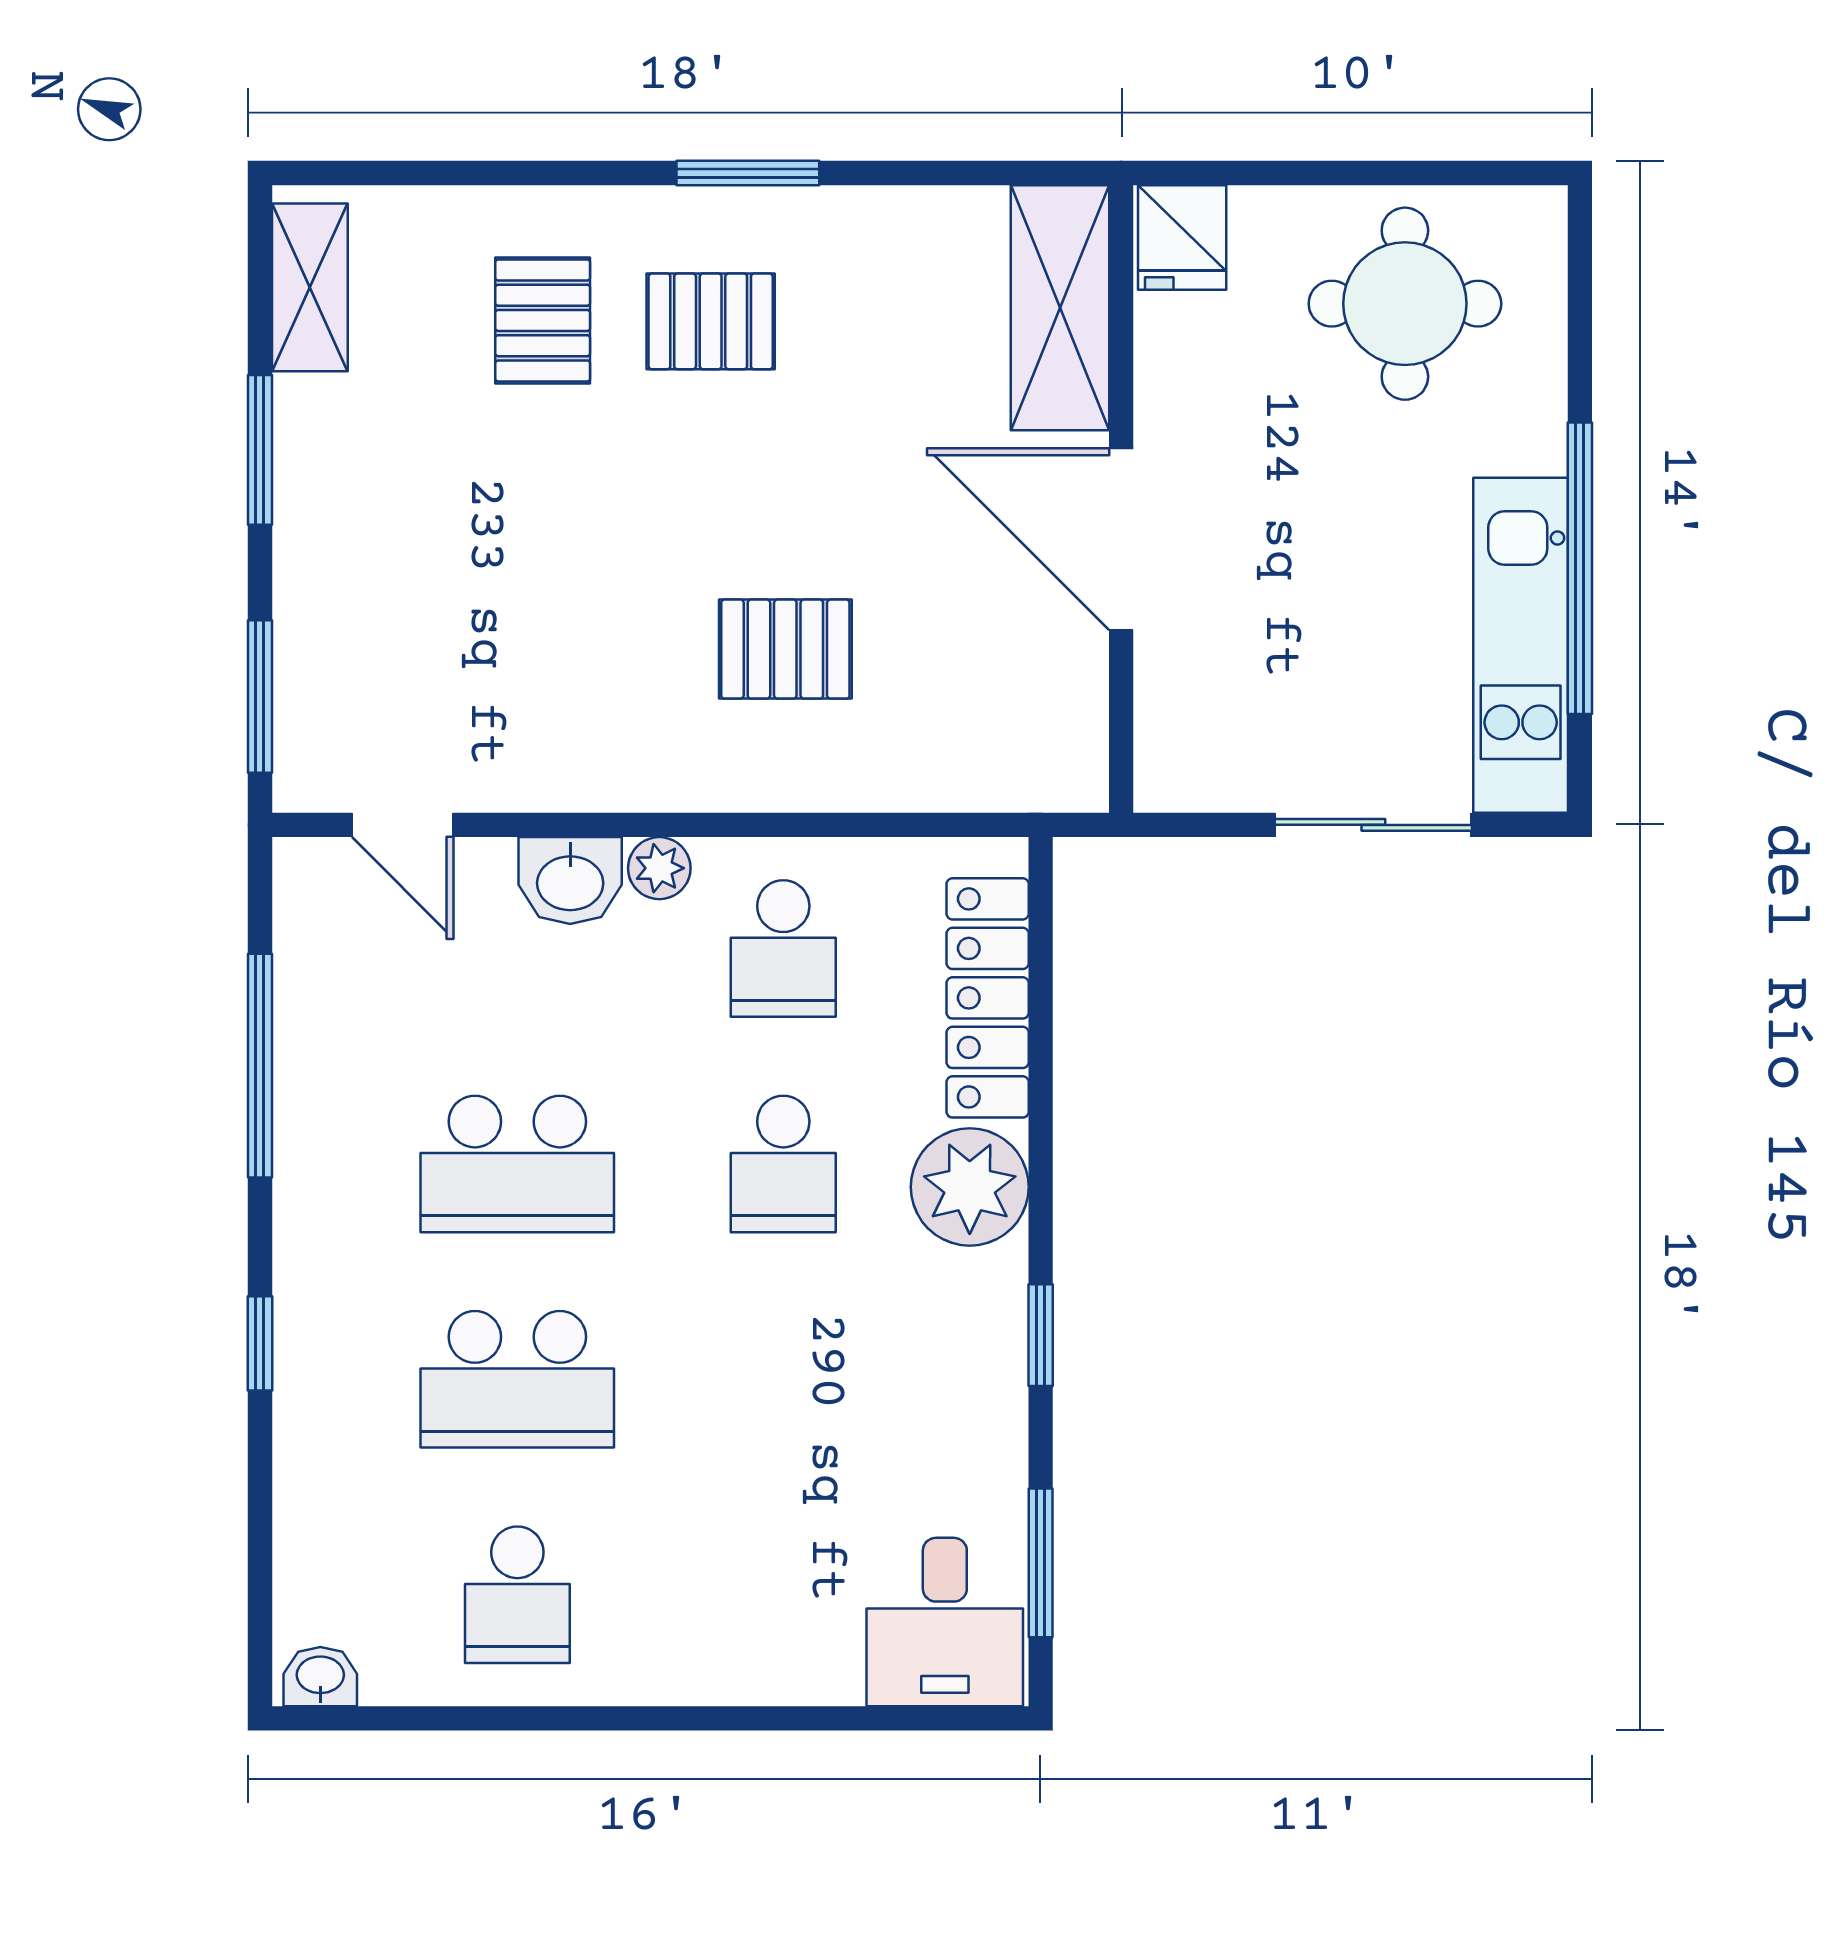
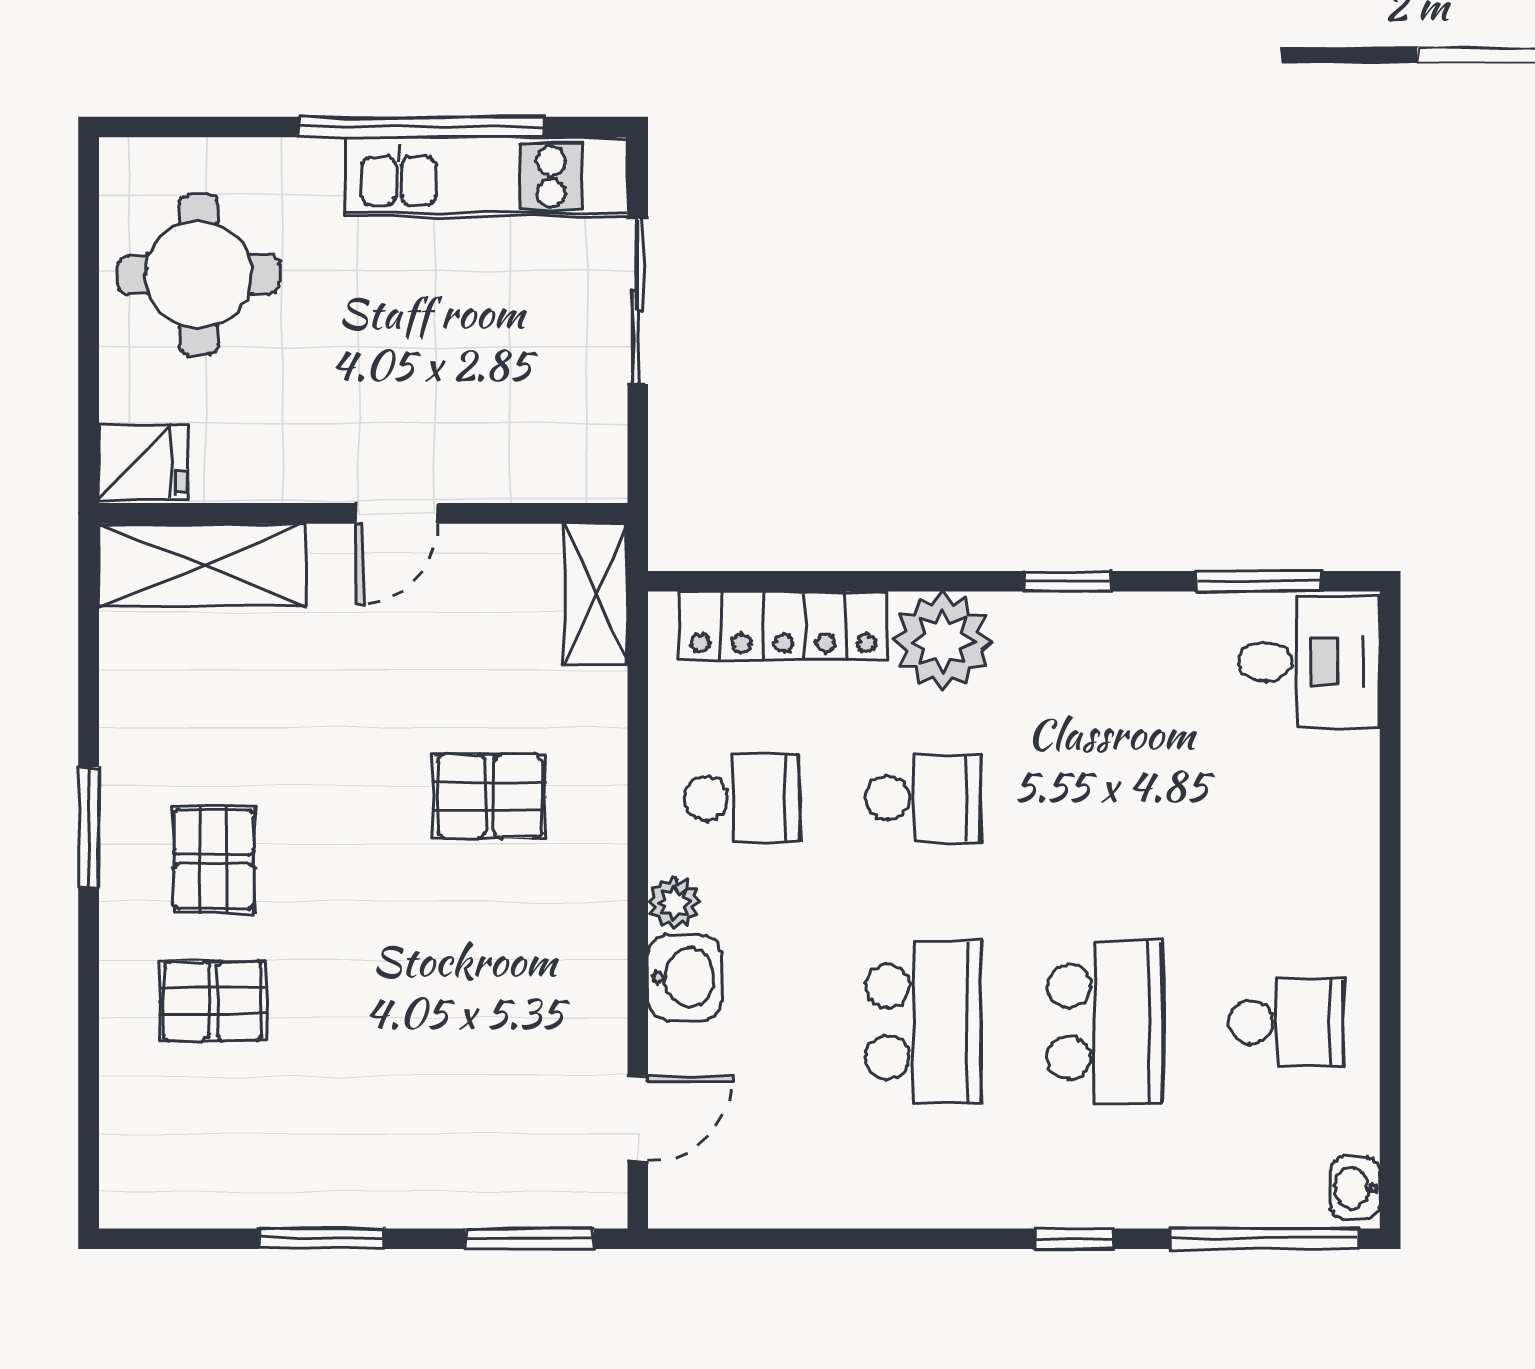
shelving: (310, 287) -> (596, 594), moved, turned 90
door: (1121, 539) -> (397, 513), width x0.53
pallet: (785, 649) -> (490, 796), turned 90
window: (260, 1066) -> (1264, 1239), moved

